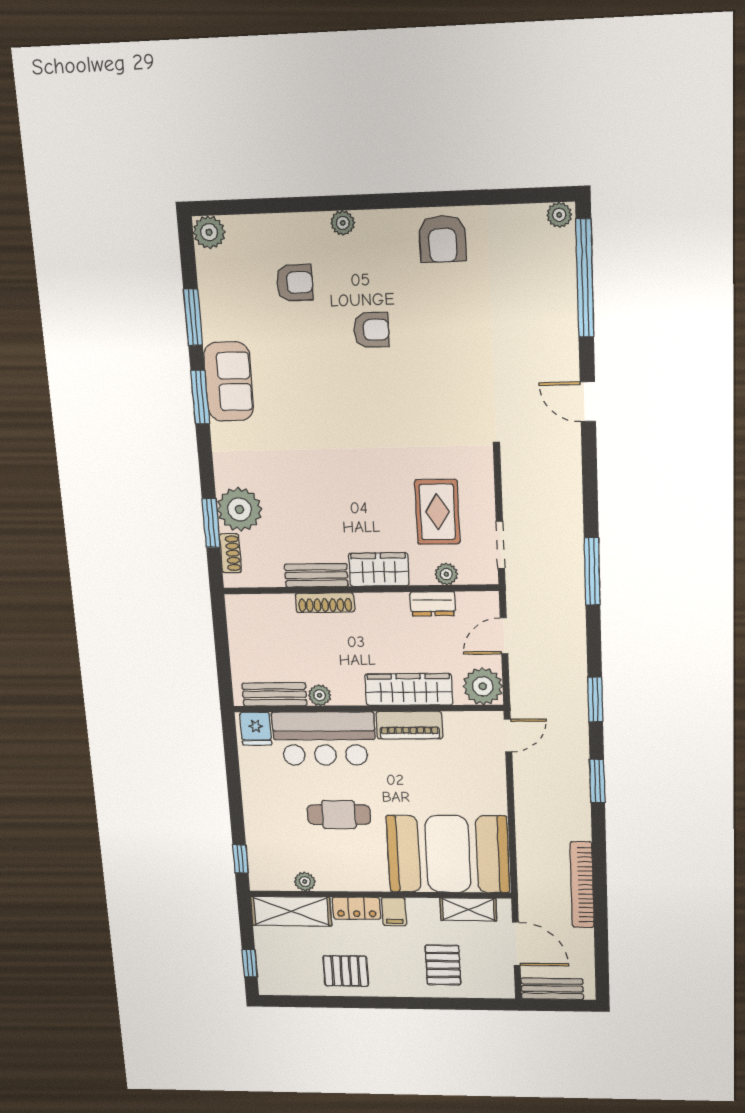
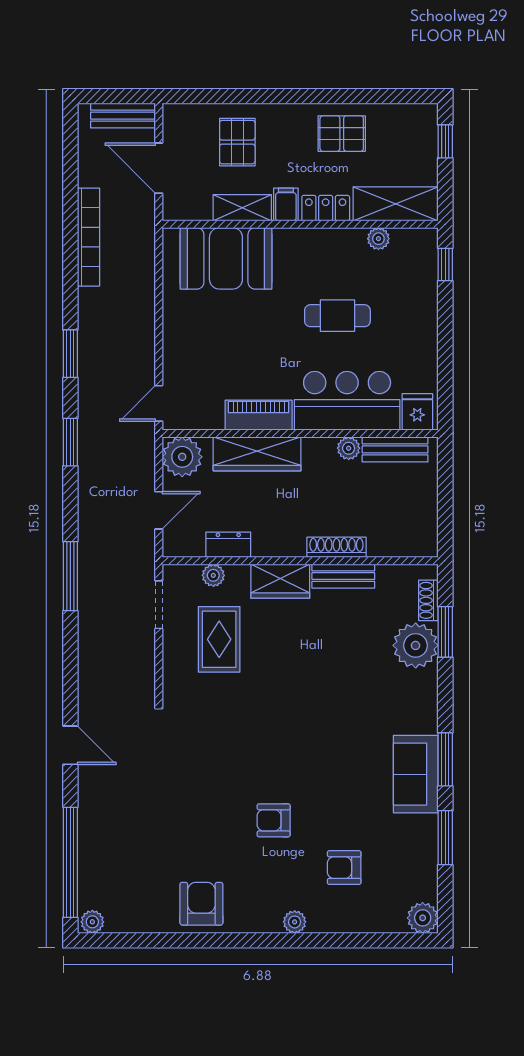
booth: (448, 854) -> (226, 258), width x0.73, depth x0.70
shelving: (468, 909) -> (242, 208), moved

